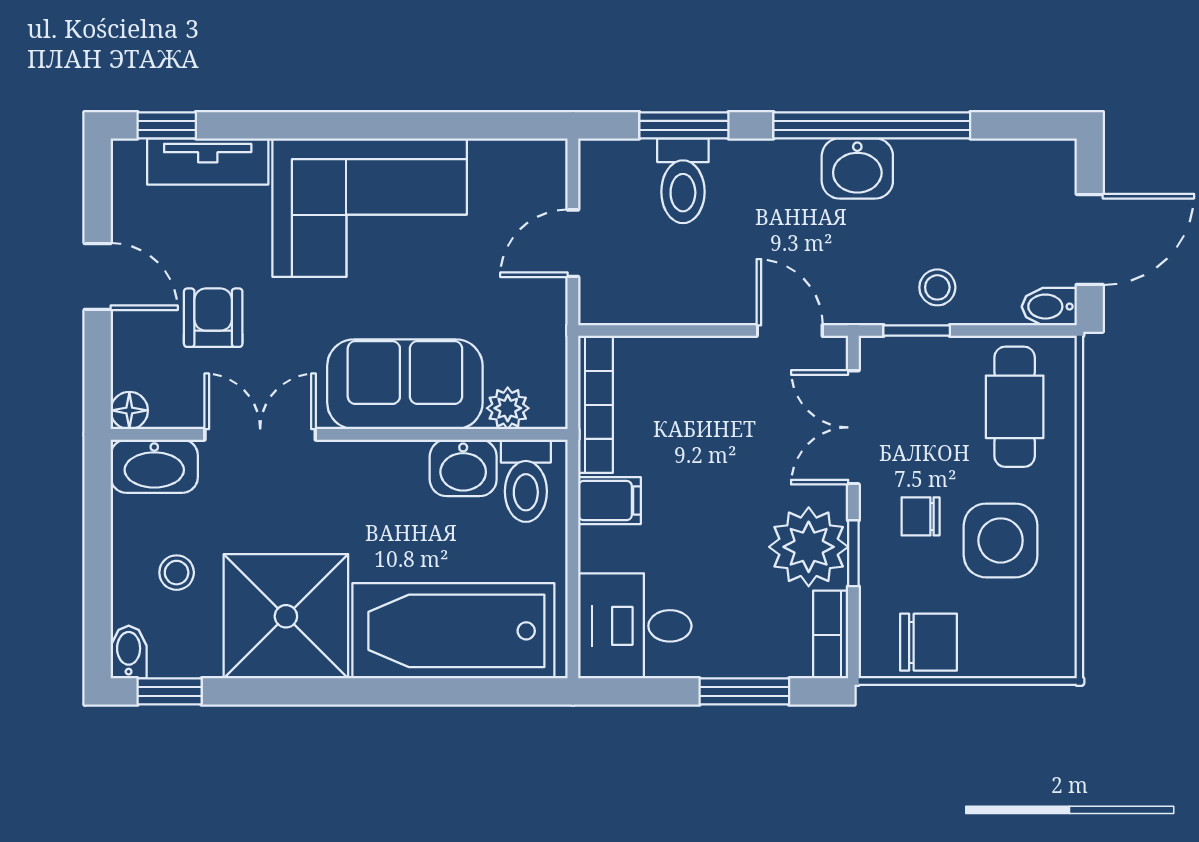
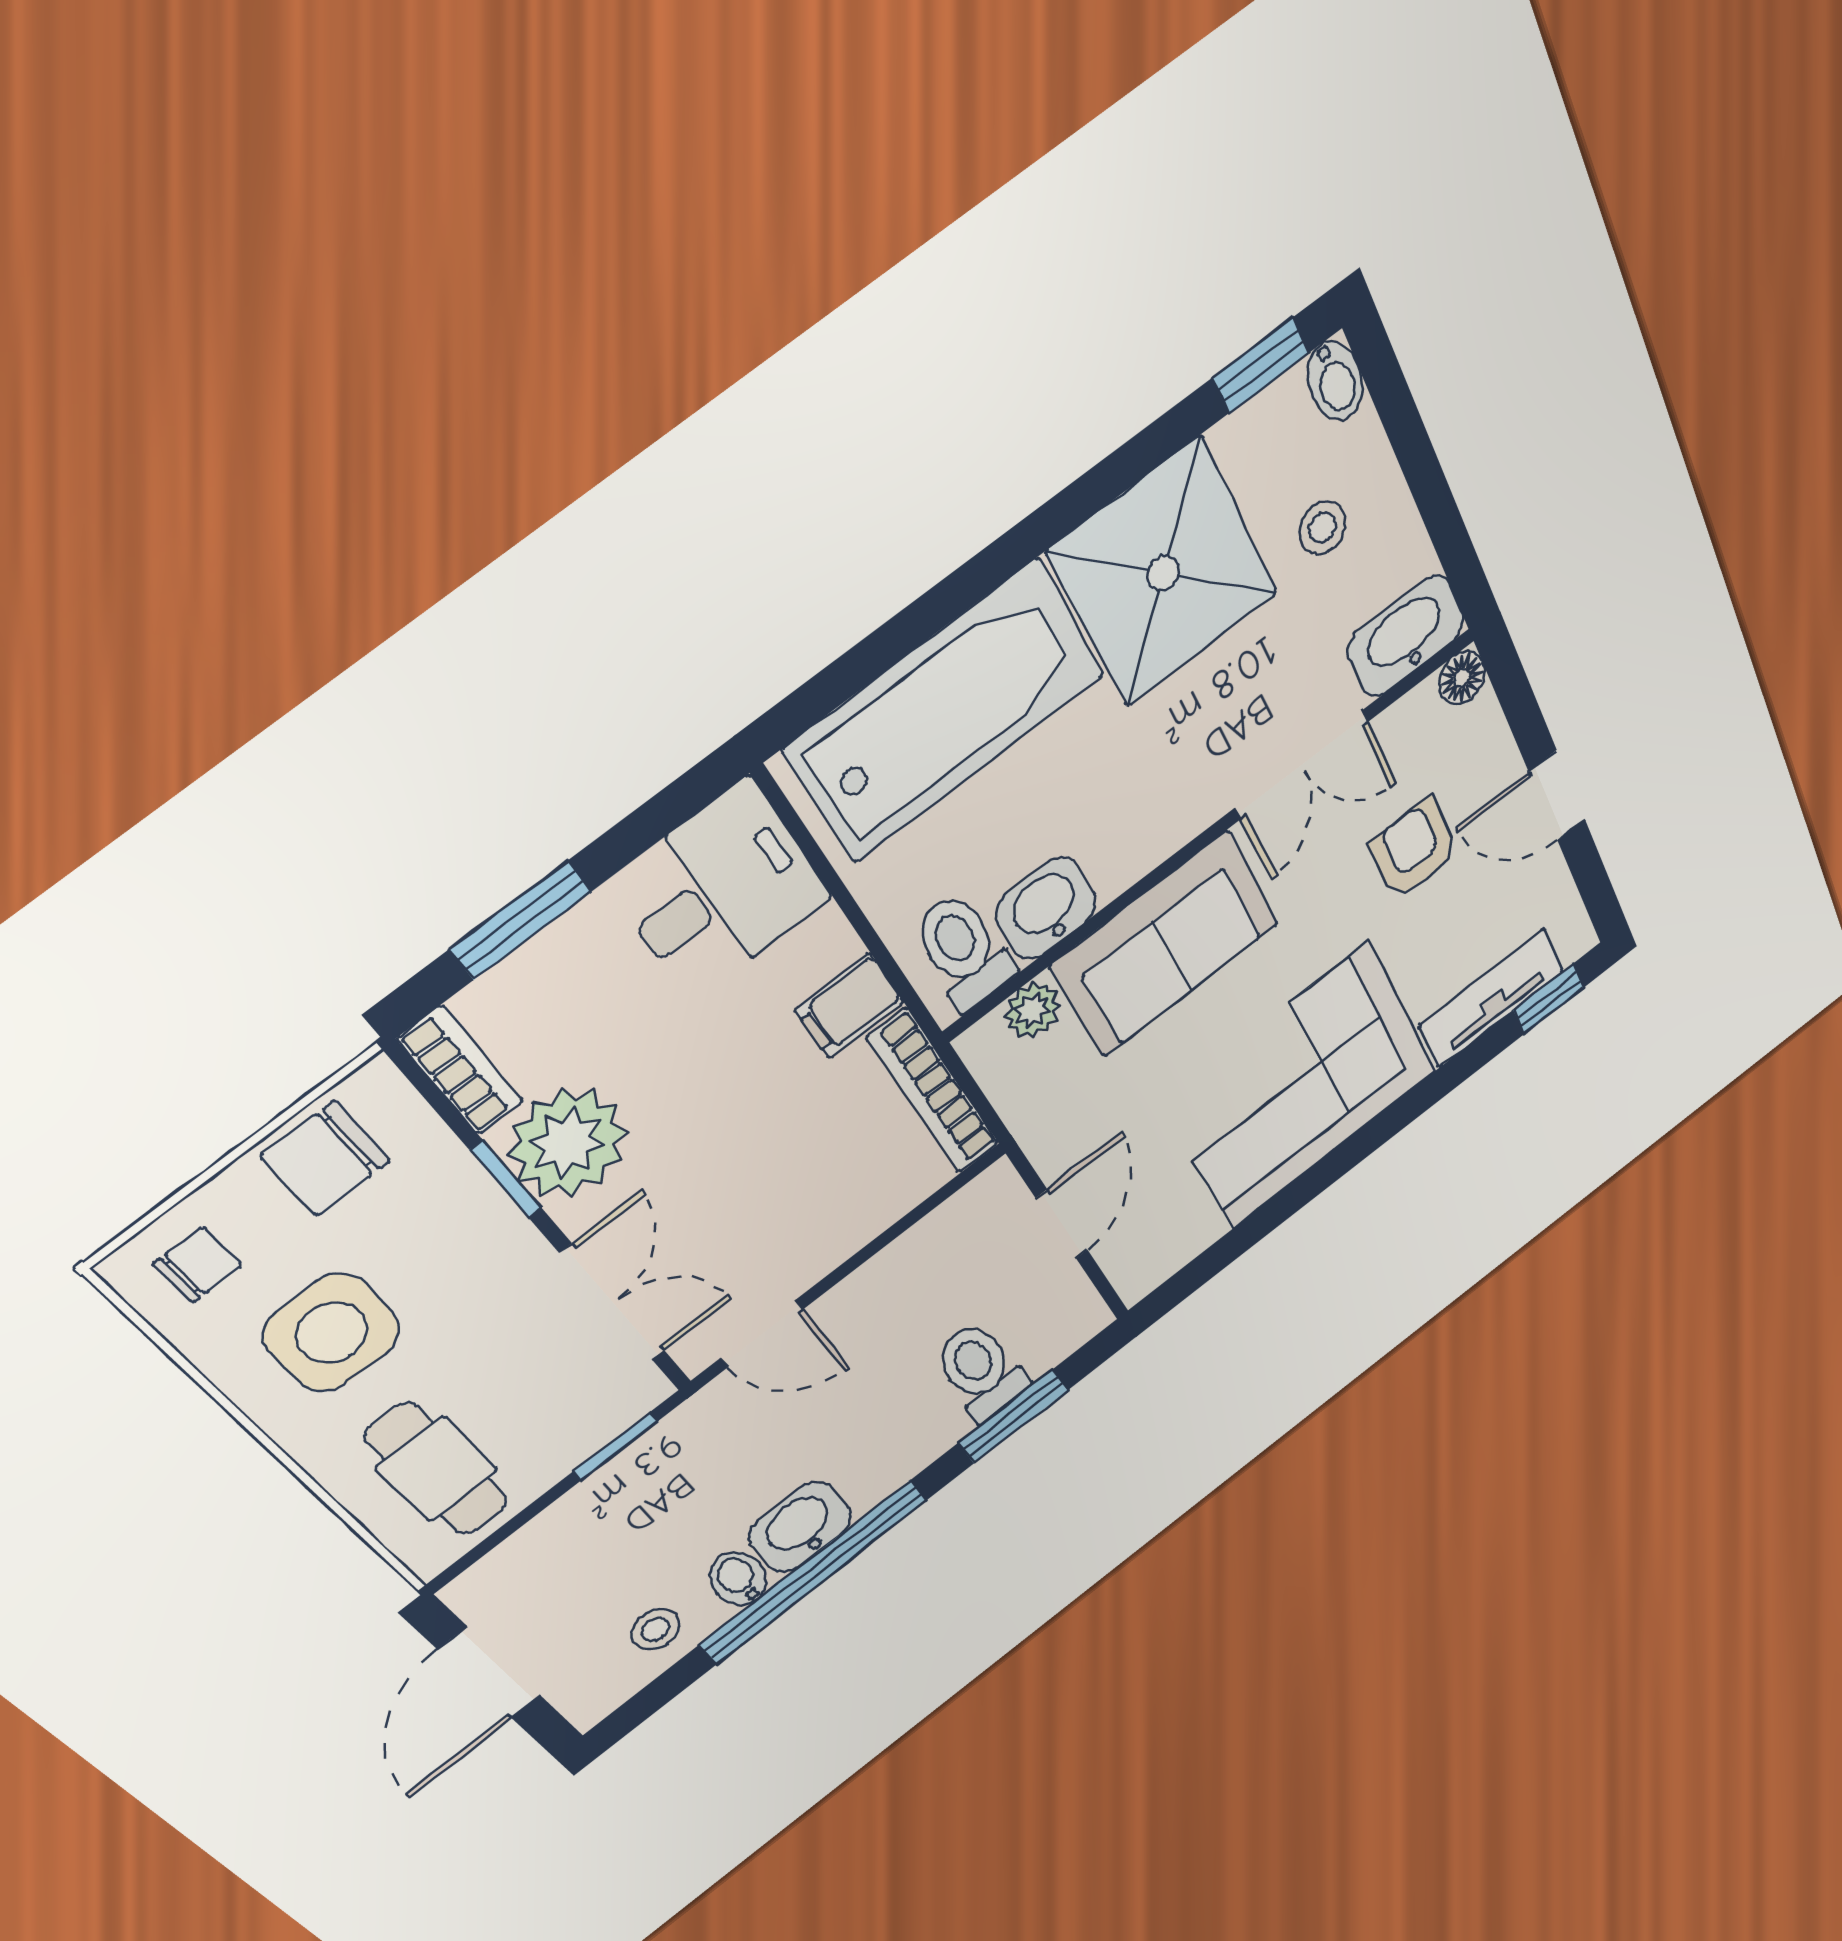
stool: (937, 287) -> (656, 1629), moved
bidet: (1049, 307) -> (738, 1579), moved, turned -90
armchair: (213, 318) -> (1414, 849), turned 180
chair: (921, 516) -> (198, 1265), moved

